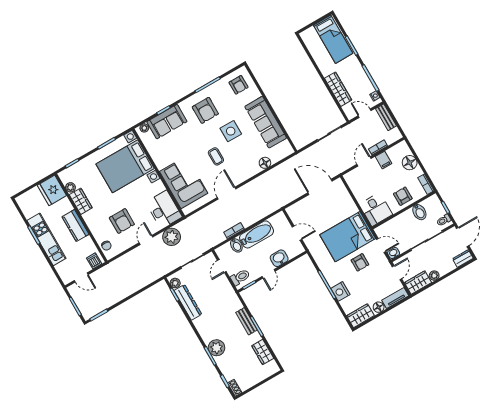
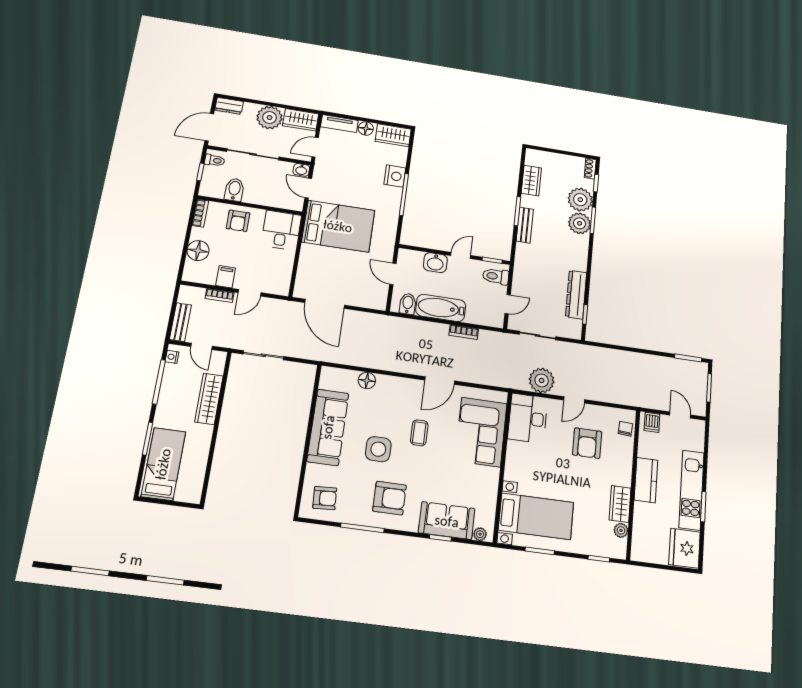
armchair: (238, 85) -> (325, 498), turned 87
armchair: (205, 110) -> (390, 498), turned 90
bed with nightstands: (125, 166) -> (536, 516), width x0.73
fridge: (52, 190) -> (685, 548), moved, turned 180
armchair: (122, 221) -> (587, 443), turned 180
bidet: (236, 245) -> (408, 304), moved
armchair: (360, 262) -> (347, 189), removed
plant: (434, 276) -> (270, 117), width x1.88, depth x1.88
plant: (175, 283) -> (580, 200), moved, width x1.87, depth x1.87

